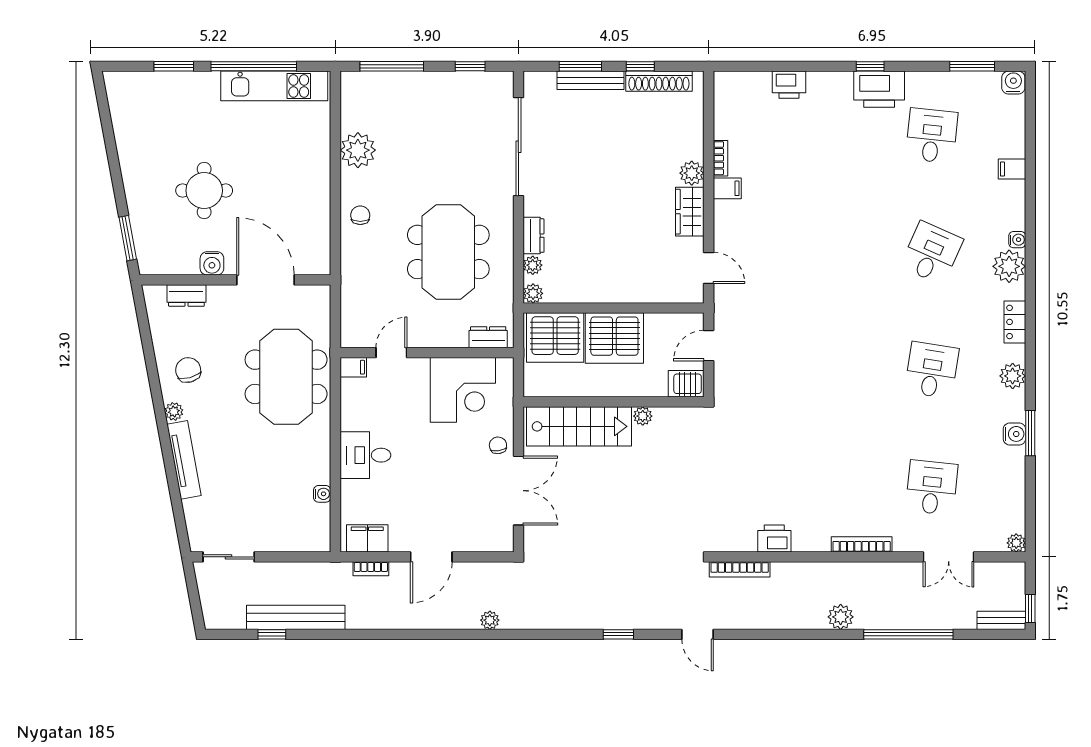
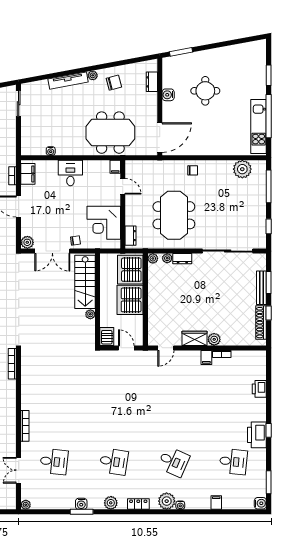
plant: (358, 150) -> (242, 169), moved
meeting table: (448, 252) -> (174, 215), turned 90
door: (265, 280) -> (160, 138), moved
printer: (774, 539) -> (28, 381), removed
plant: (501, 540) -> (27, 242), added

